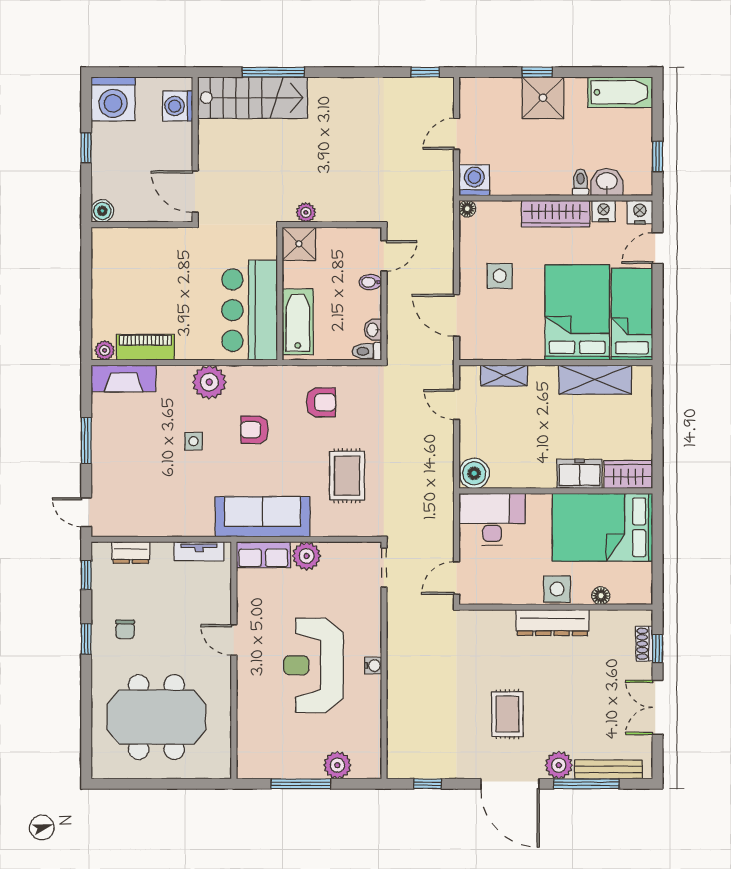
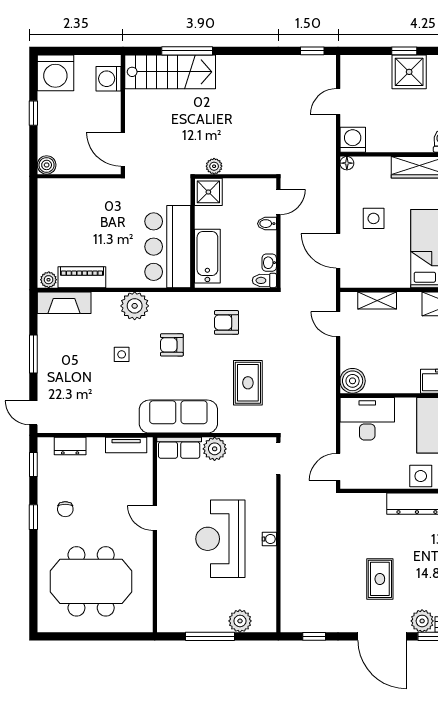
armchair: (321, 402) -> (226, 322), turned 180

